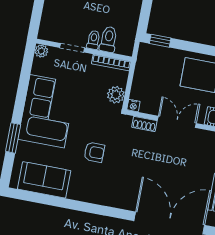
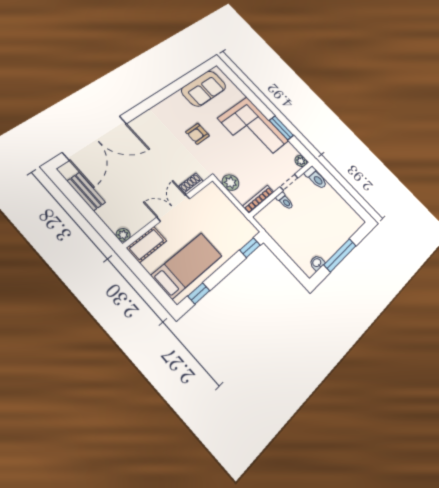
toilet: (108, 39) -> (316, 178), moved
nightstand: (133, 106) -> (212, 188), removed
double door: (177, 122) -> (173, 208), swing flipped
window: (13, 138) -> (281, 128), moved

